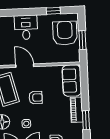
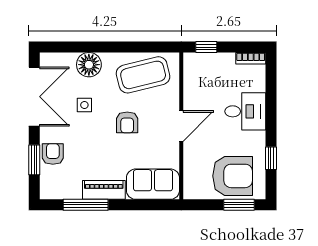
window: (82, 40) -> (239, 205), moved
door: (25, 66) -> (181, 126), moved
window: (86, 120) -> (86, 205), width x1.44

